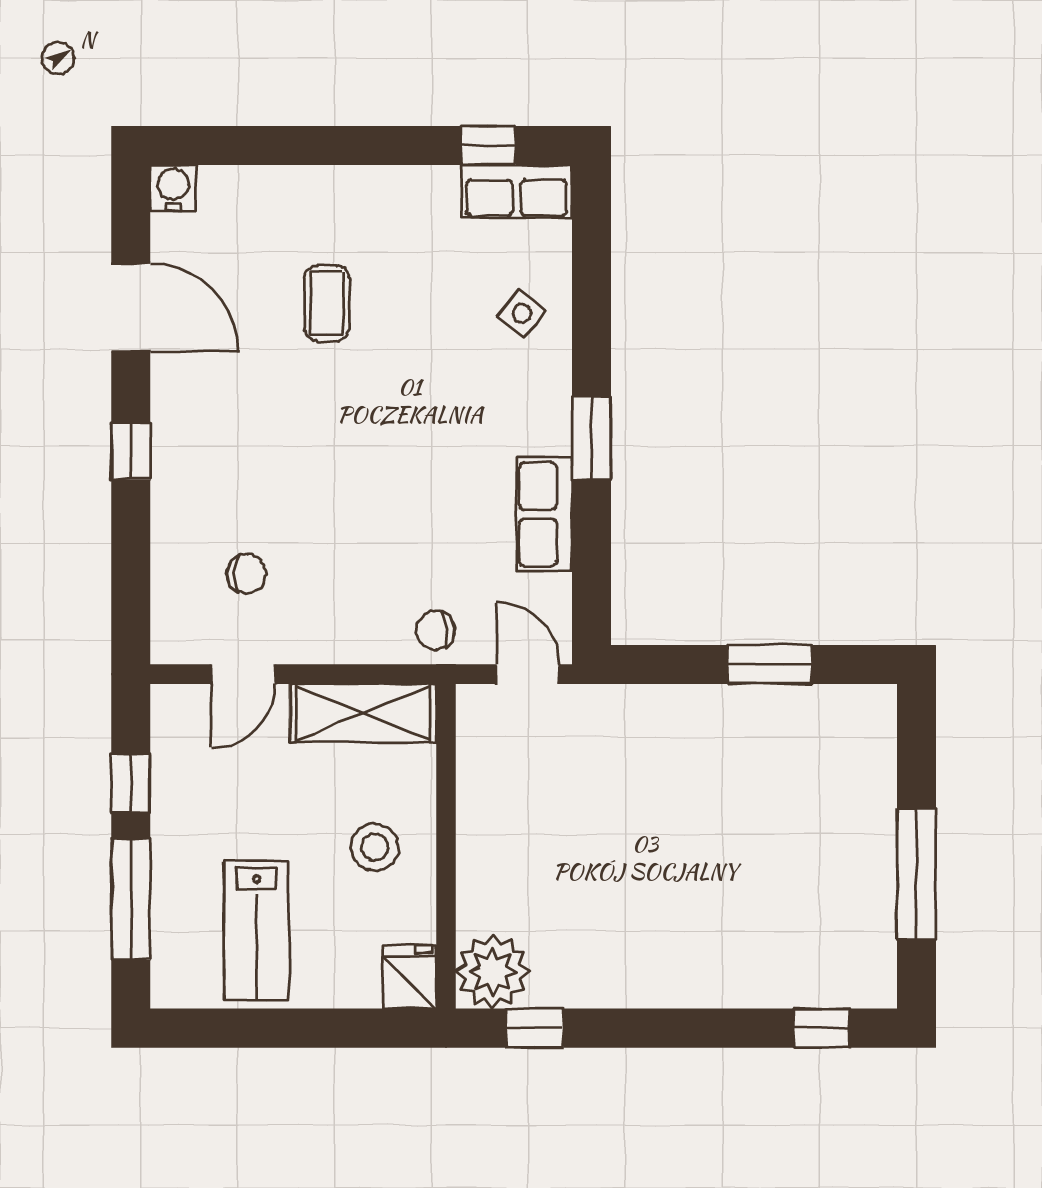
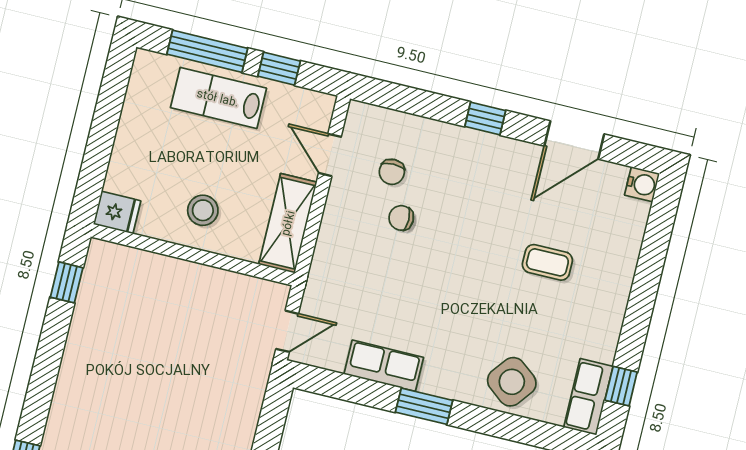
side table: (522, 314) -> (512, 382), width x1.87, depth x1.87
chair: (435, 631) -> (401, 218), moved, turned -83
lab bench: (257, 931) -> (218, 98), moved
plant: (493, 972) -> (108, 265), removed

